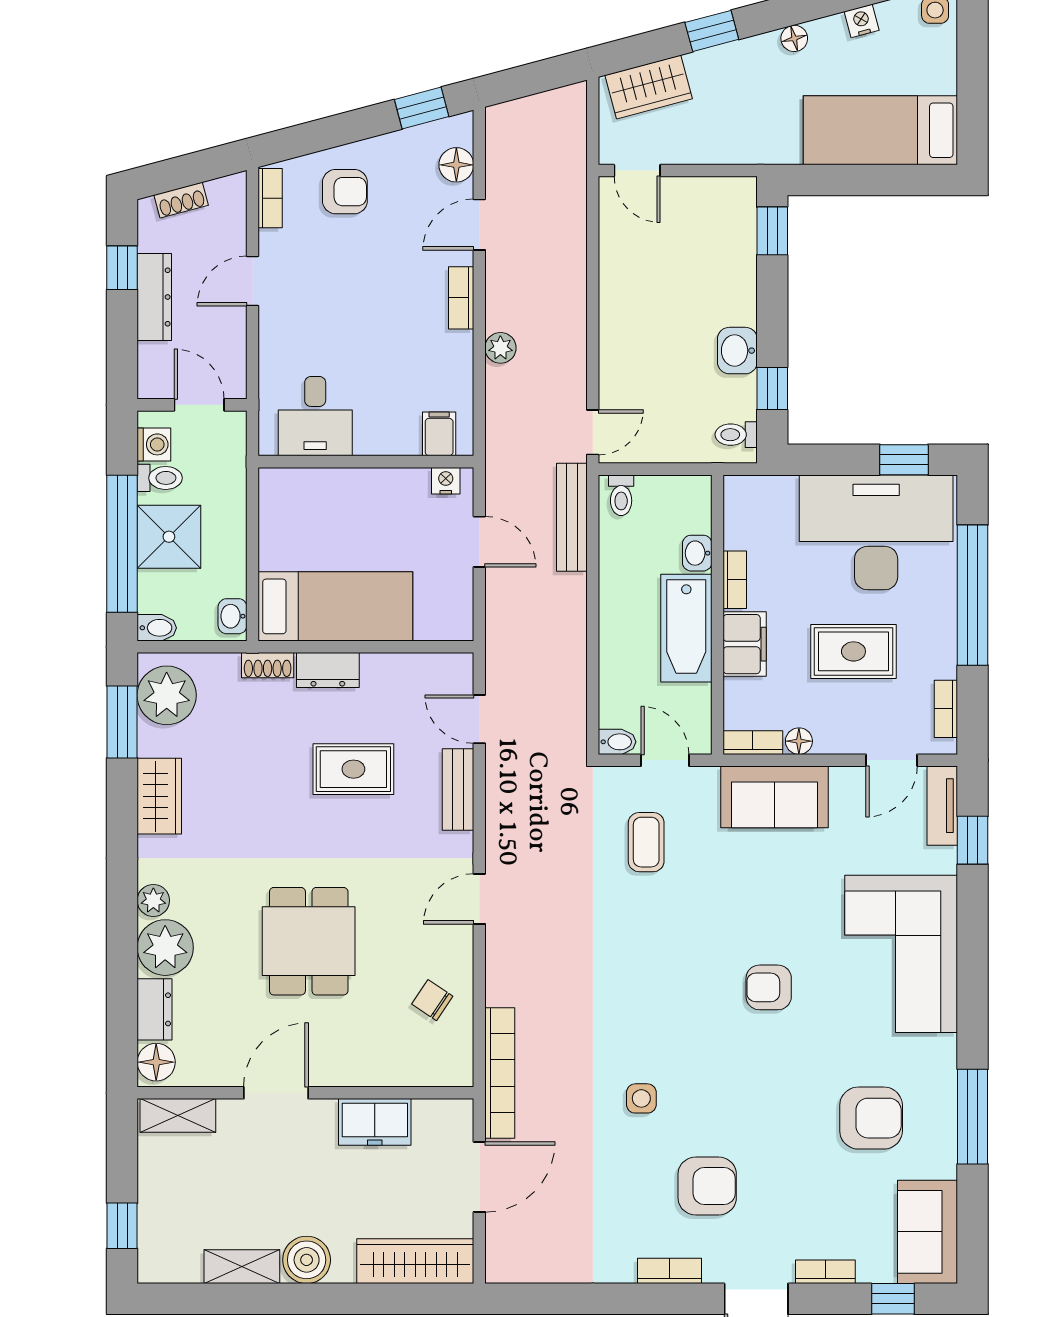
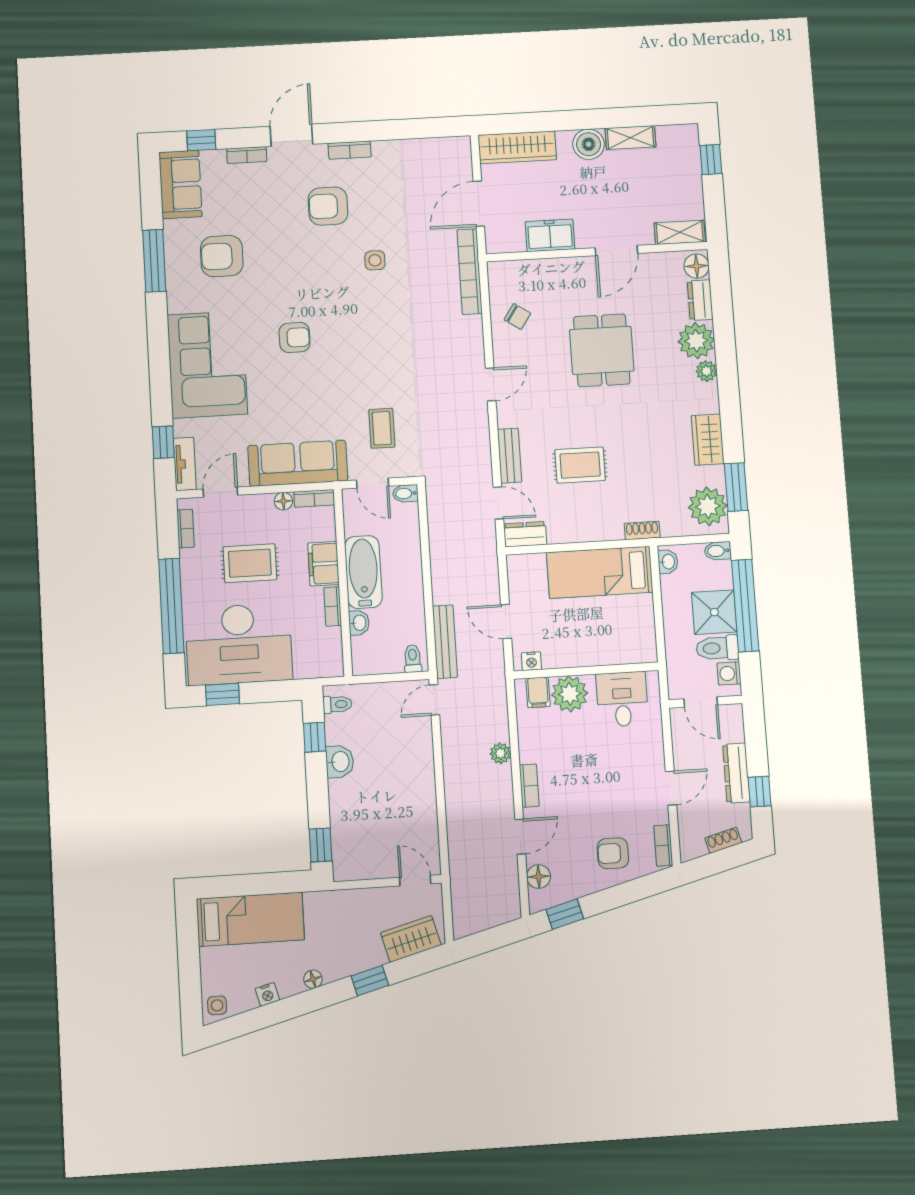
plant: (392, 429) -> (570, 694), added
toilet: (160, 478) -> (717, 648), width x1.37, depth x1.39
dresser: (328, 670) -> (525, 534), moved
sofa: (774, 797) -> (298, 463), width x1.36

